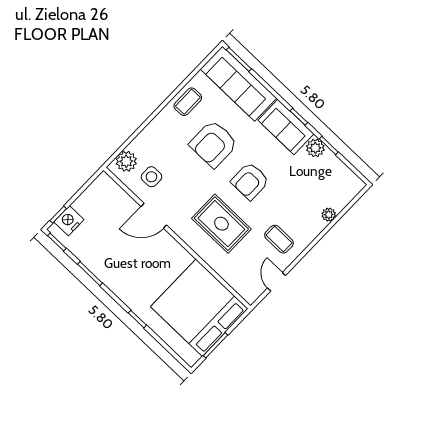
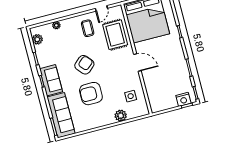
coffee table: (188, 102) -> (91, 121), removed
armchair: (214, 144) -> (91, 94), turned 180
plant: (315, 148) -> (37, 39), moved
plant: (126, 161) -> (121, 116), moved
armchair: (250, 181) -> (84, 65), turned -41
door: (154, 216) -> (137, 63), moved
rug: (221, 224) -> (115, 35), moved

